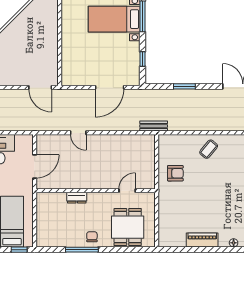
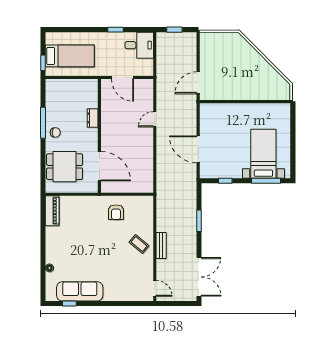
bench: (154, 126) -> (161, 245), moved
door: (127, 191) -> (99, 166), width x1.87
piano: (202, 240) -> (52, 211), moved

